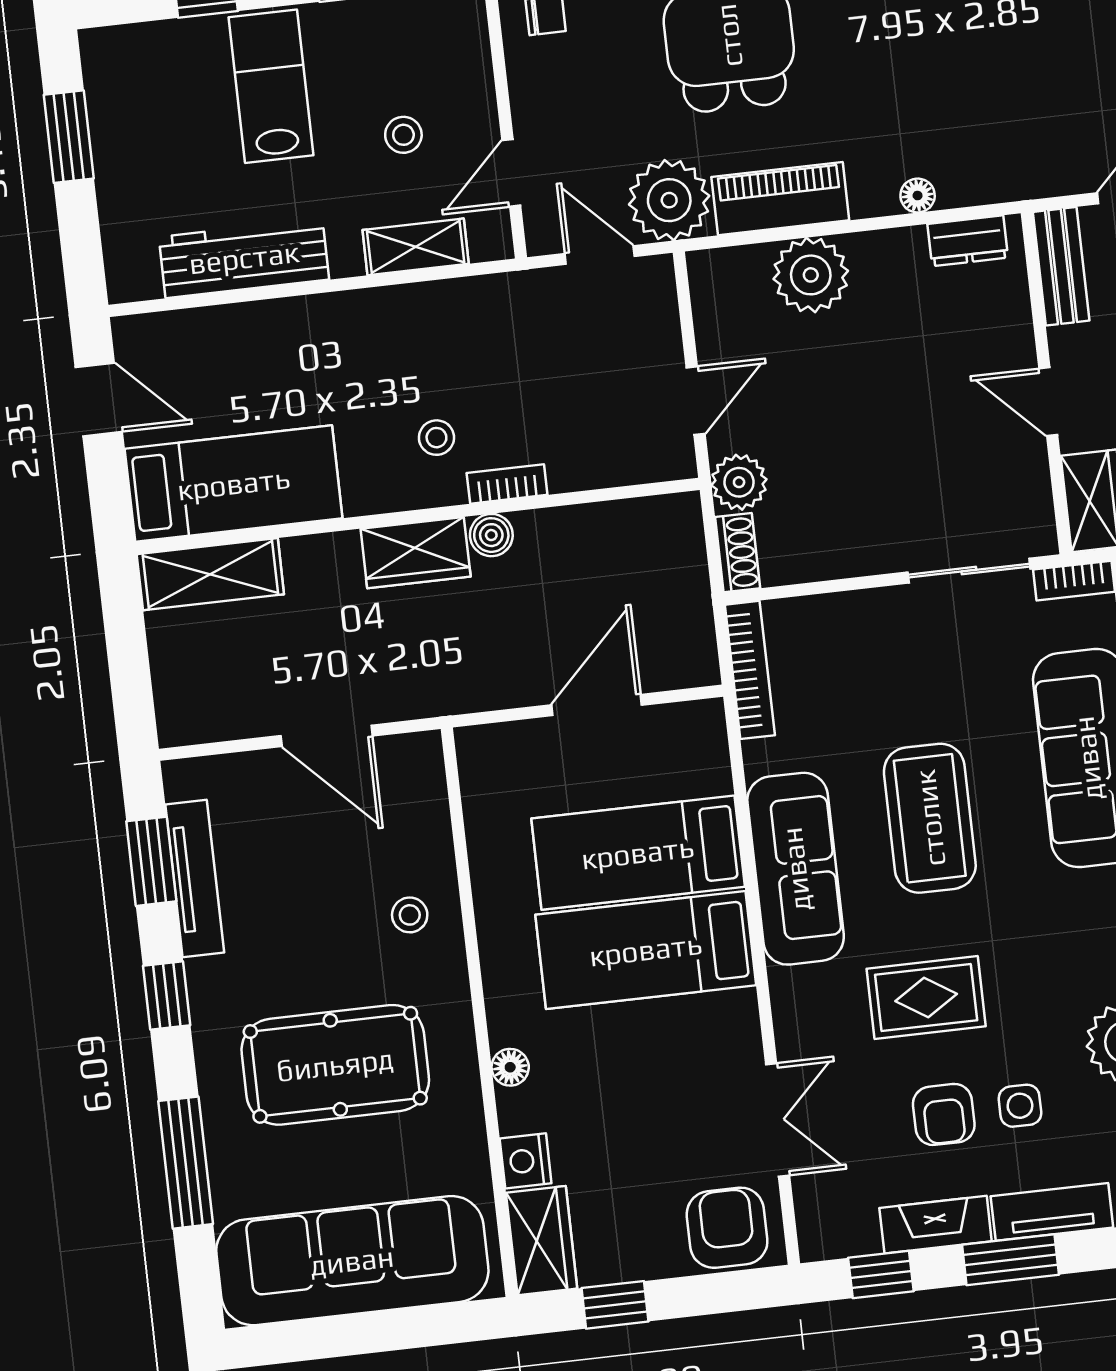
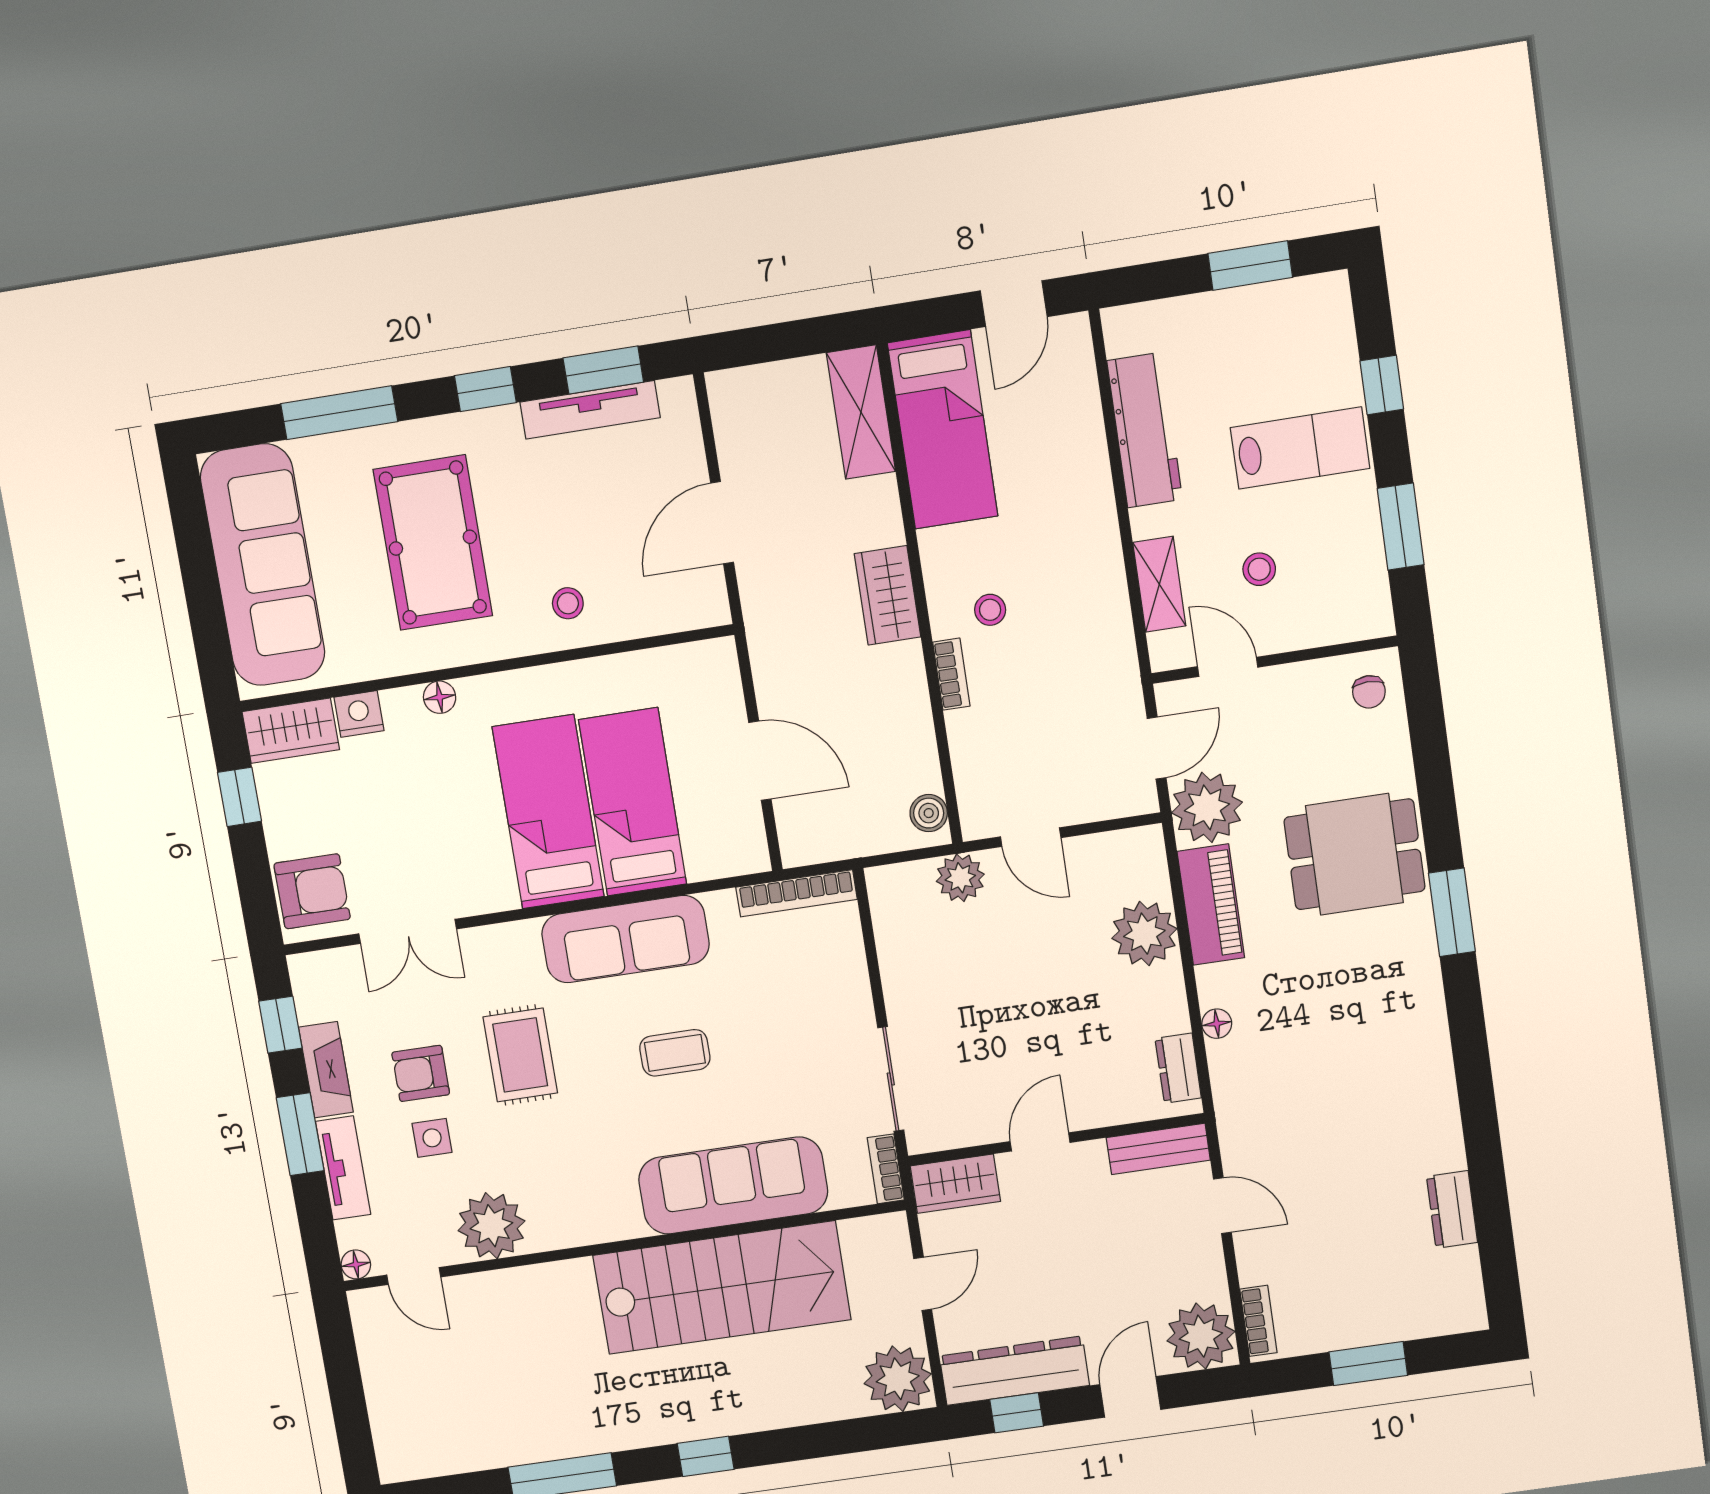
boiler: (491, 535) -> (929, 813), moved
shoe rack: (738, 553) -> (899, 879), removed
coffee table: (930, 818) -> (675, 1053), width x0.54, depth x0.58

